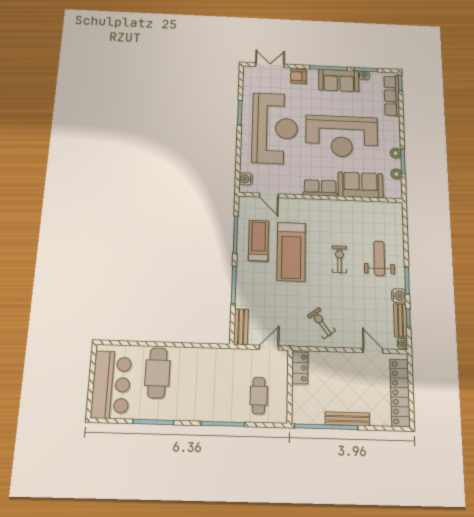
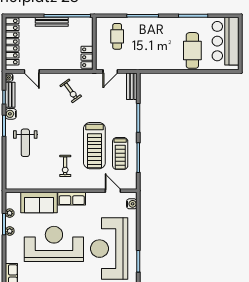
treadmill: (291, 252) -> (94, 146), turned 180
exercise bike: (339, 259) -> (65, 166), moved

